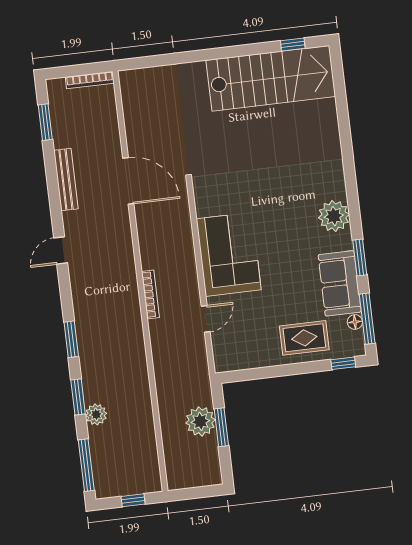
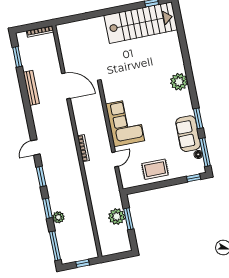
plant: (334, 216) -> (179, 82), moved
door: (61, 250) -> (35, 147), moved
rug: (304, 338) -> (155, 169), moved

